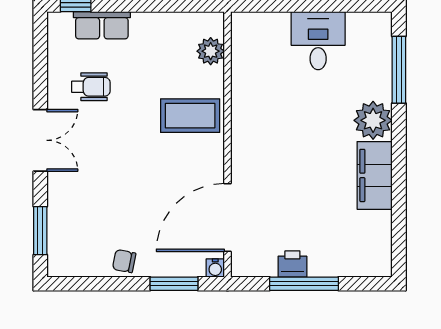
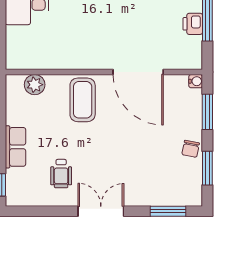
row of seats: (102, 25) -> (15, 147), moved
wheelchair: (91, 87) -> (61, 174), turned 180
door: (228, 217) -> (138, 72), moved
window: (98, 284) -> (207, 168), added

